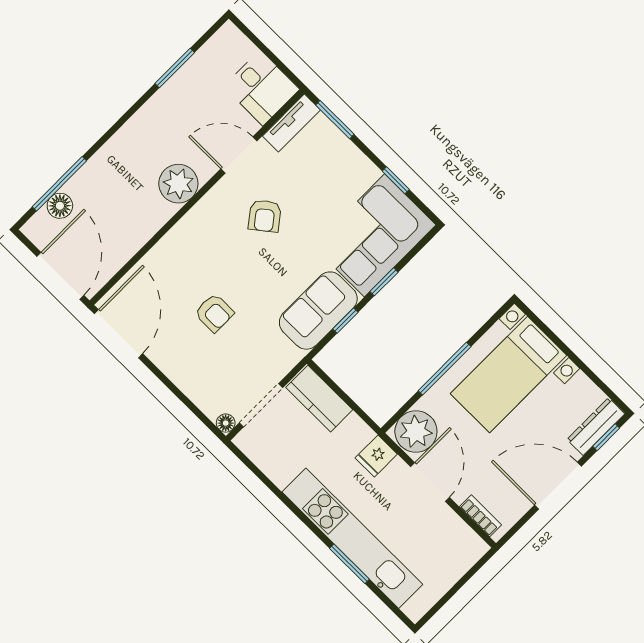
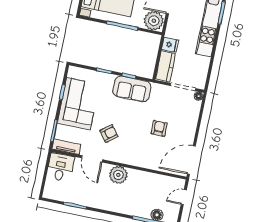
corner sofa: (374, 235) -> (78, 104), moved, turned -90
door: (60, 276) -> (184, 197), width x0.53
fridge: (376, 456) -> (170, 45), moved

